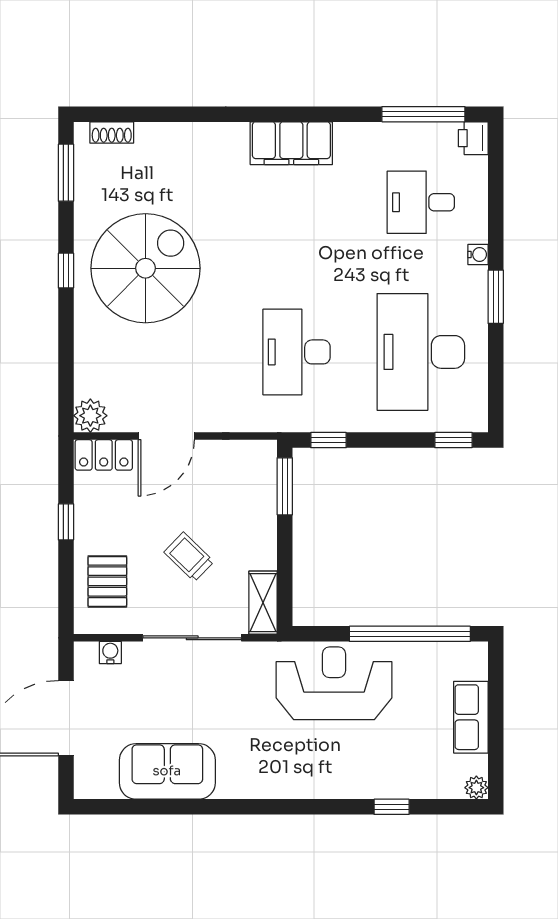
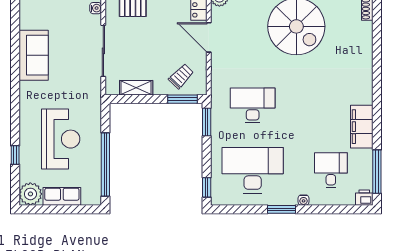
filing cabinet: (291, 143) -> (362, 127), moved
window: (329, 440) -> (207, 122), width x1.50
trolley: (189, 557) -> (181, 76), moved
shelving: (263, 603) -> (136, 88), moved
reception desk: (334, 683) -> (61, 139), moved
sofa: (167, 771) -> (34, 55), moved
plant: (476, 788) -> (30, 194), width x1.87, depth x1.87

